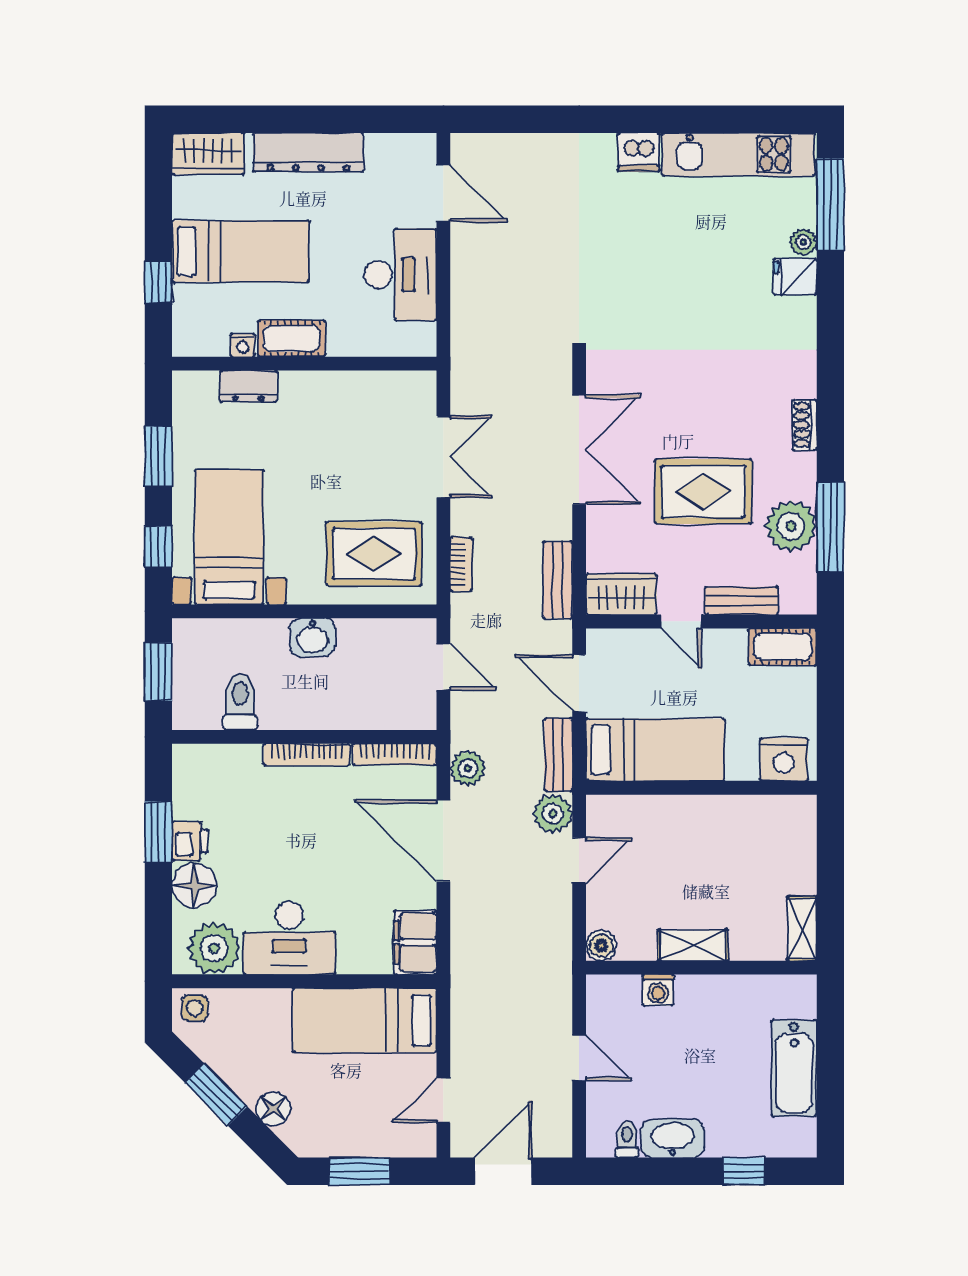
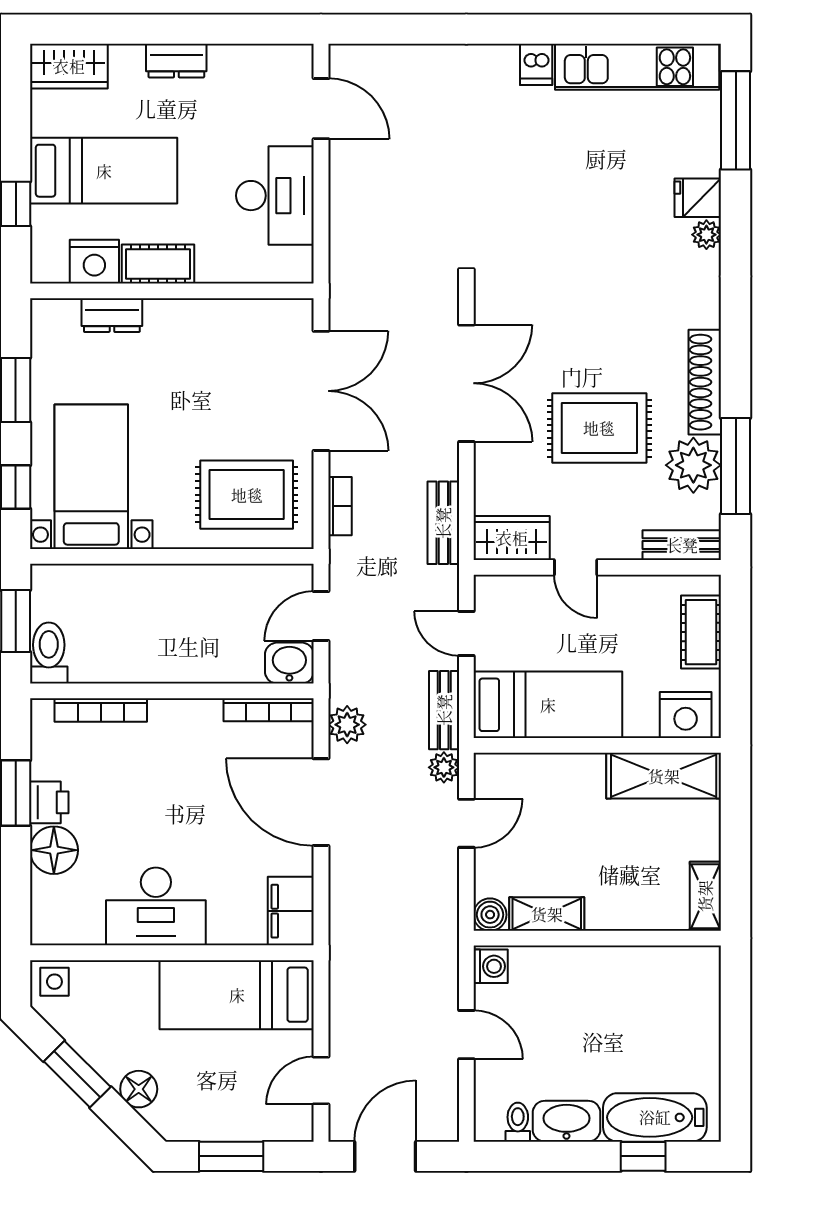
dresser: (308, 152) -> (176, 61), width x0.51, depth x0.80
dishwasher: (639, 152) -> (536, 64), width x0.73
plant: (803, 242) -> (706, 235), moved
nightstand: (243, 345) -> (94, 262), width x1.89, depth x1.79
shoe rack: (804, 425) -> (705, 382), width x1.94, depth x1.24
double door: (443, 457) -> (321, 391), width x1.37
bench: (742, 601) -> (682, 545), moved
washbasin: (312, 637) -> (289, 663), moved, turned 180
cot: (783, 647) -> (701, 632), moved, turned 90
door: (443, 667) -> (321, 616), swing flipped
door: (579, 683) -> (466, 634), width x0.73
toilet: (240, 701) -> (49, 653), moved
bookcase: (307, 755) -> (101, 710), moved
plant: (553, 814) -> (444, 767), width x0.73, depth x0.73
shelving: (763, 816) -> (664, 776), added
shelving: (693, 945) -> (547, 914), moved
plant: (214, 948) -> (75, 917), removed
washing machine: (658, 990) -> (491, 966), moved, turned -90
bathtub: (794, 1068) -> (655, 1117), moved, turned 90

